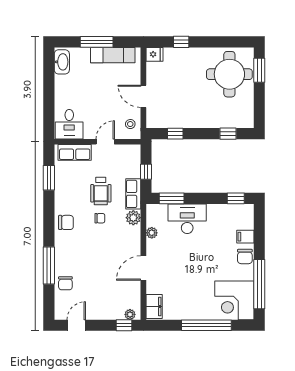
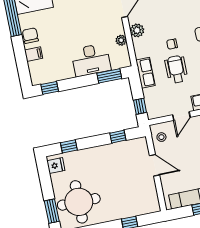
fridge: (154, 54) -> (56, 166), moved, turned 180
window: (146, 172) -> (140, 106), moved
plant: (133, 218) -> (137, 30), moved

